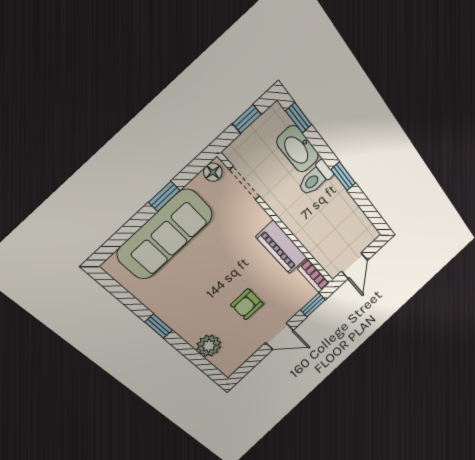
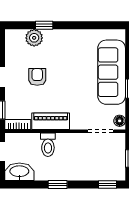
washbasin: (298, 149) -> (19, 172), moved
toilet: (315, 178) -> (48, 145), moved, turned 180
window: (159, 326) -> (44, 25), moved

